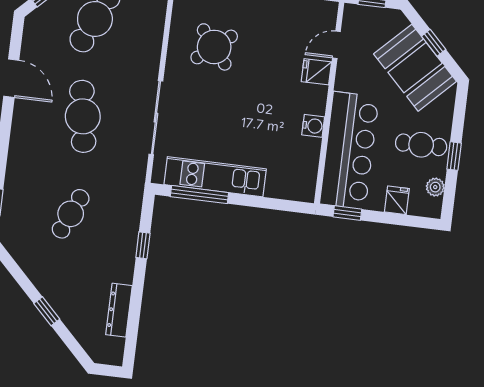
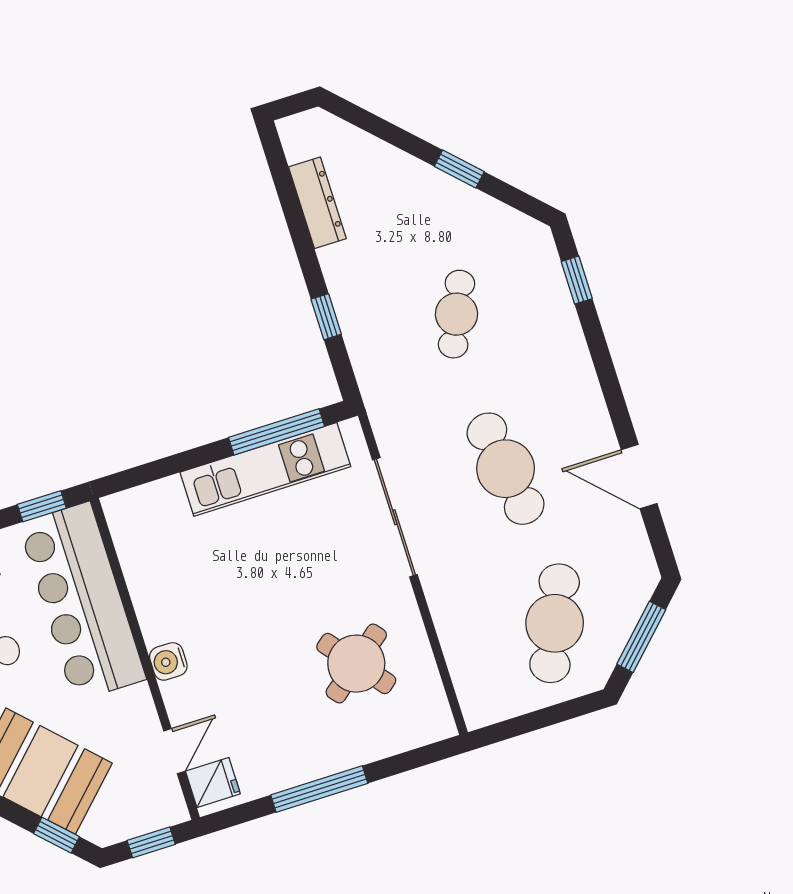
window: (434, 43) -> (57, 835), moved
fridge: (316, 72) -> (213, 783), moved
water cooler: (313, 126) -> (168, 661), moved
window: (47, 311) -> (459, 169), moved

